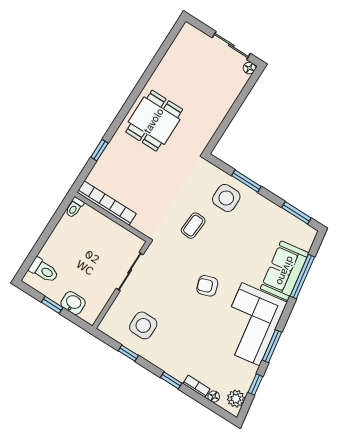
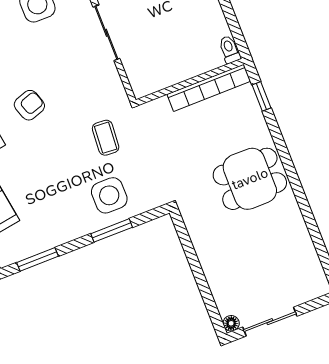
dining table: (154, 121) -> (250, 179), turned 90
bookcase: (107, 203) -> (209, 88), moved
toilet: (74, 207) -> (229, 49), moved
wall: (112, 217) -> (190, 82), moved

